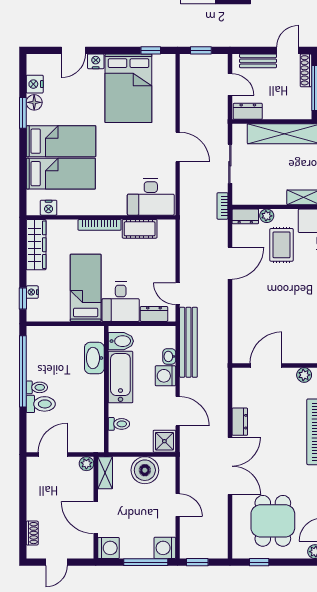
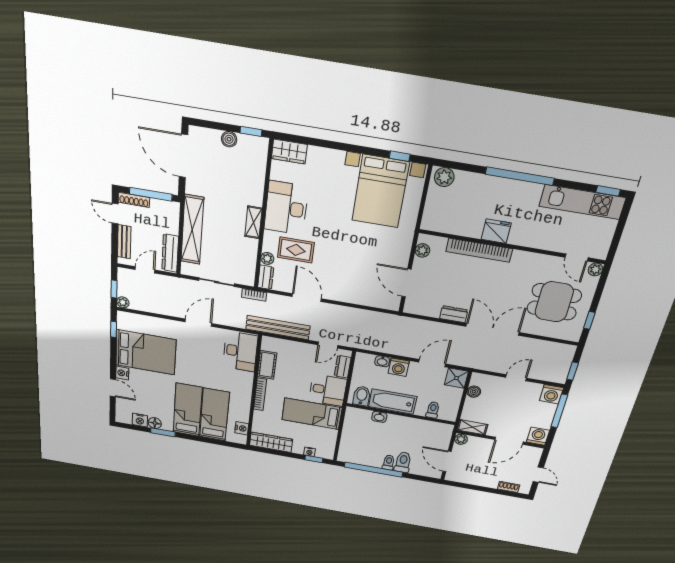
plant: (187, 61) -> (123, 302), added
dresser: (248, 111) -> (170, 253), width x1.44
bench: (188, 342) -> (278, 328), moved
washbasin: (94, 358) -> (379, 417), width x0.52, depth x0.69
boiler: (145, 470) -> (474, 392), width x0.54, depth x0.54

